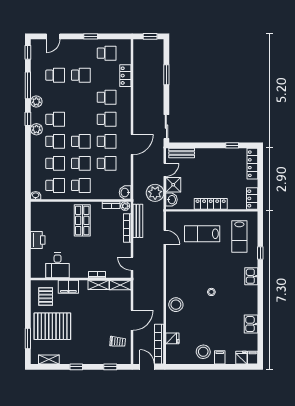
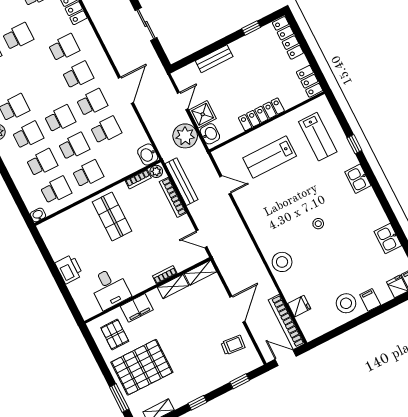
sliding door: (166, 127) -> (146, 24), moved
bench: (182, 153) -> (214, 59), moved

